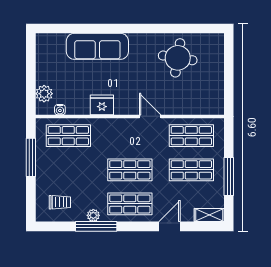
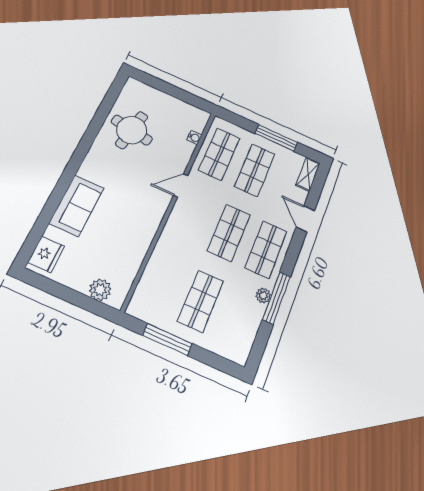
sofa: (97, 46) -> (77, 206), width x0.73
fridge: (102, 105) -> (46, 254), moved, turned 180
water cooler: (60, 110) -> (194, 137), moved
shop shelf: (68, 136) -> (201, 301), moved
trolley: (60, 202) -> (234, 328), removed

